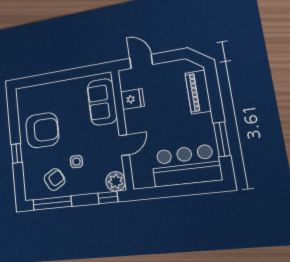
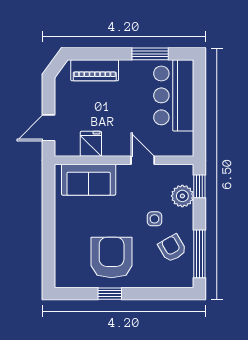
window: (17, 153) -> (110, 294), moved
plant: (116, 181) -> (182, 196), moved

